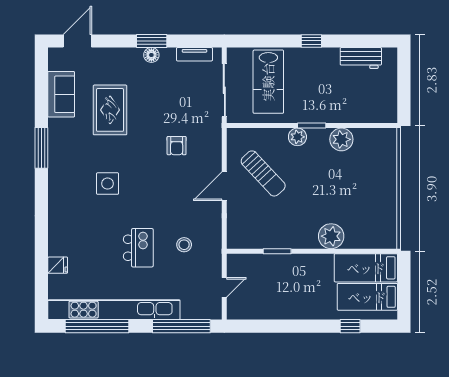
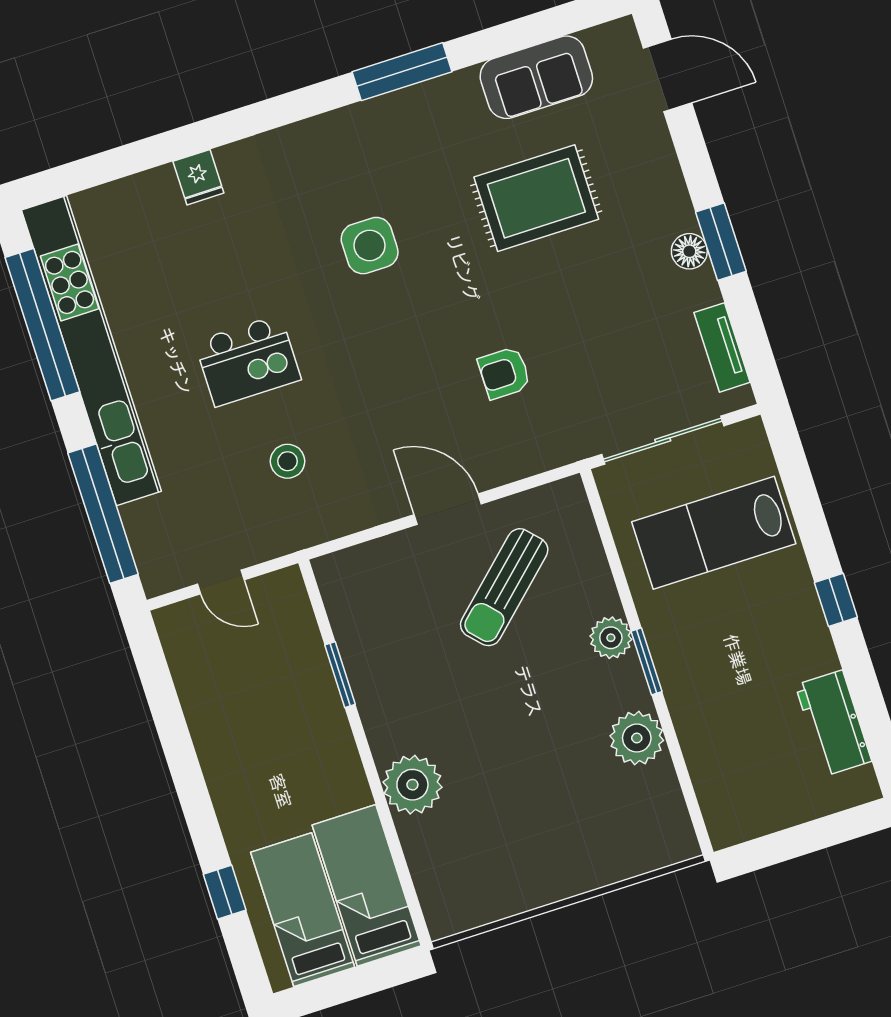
fridge: (58, 265) -> (198, 177), moved

